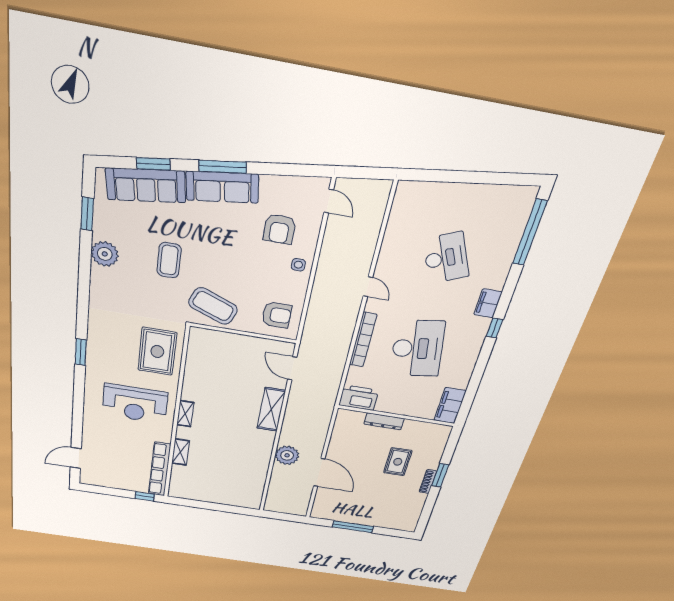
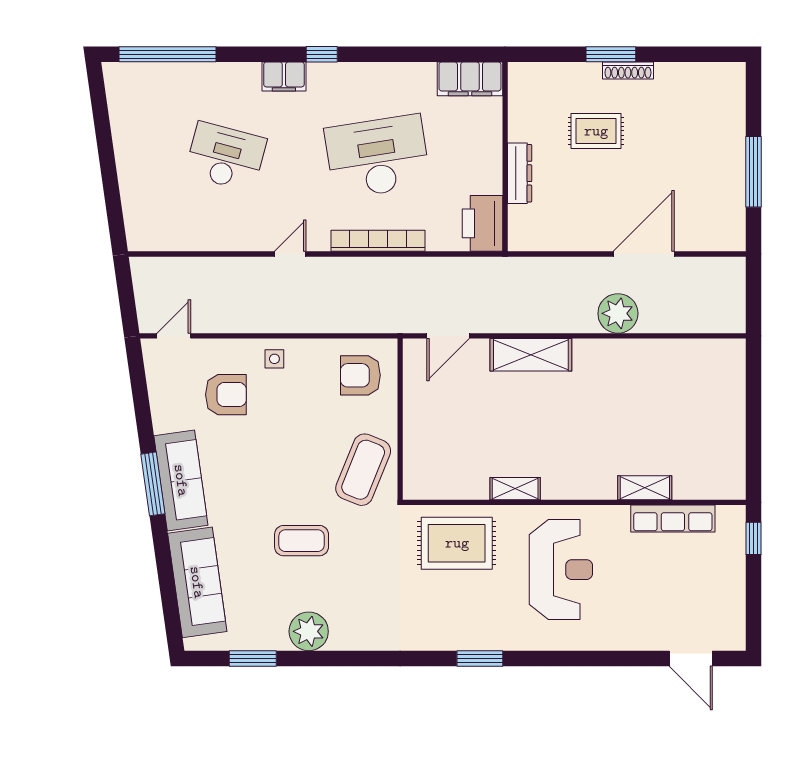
window: (153, 164) -> (166, 575), removed
desk: (446, 258) -> (226, 157), turned 39
armchair: (277, 315) -> (360, 375), turned -90
shelving: (185, 414) -> (515, 489), moved
row of seats: (160, 469) -> (673, 518), width x0.73

